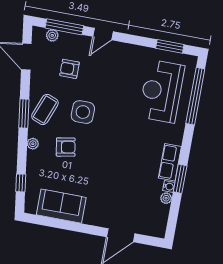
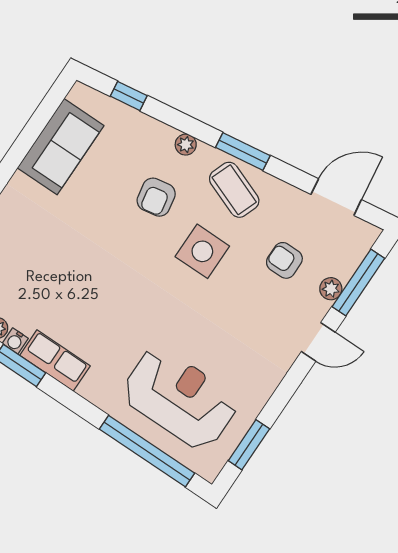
door: (103, 34) -> (318, 342), swing flipped
plant: (52, 35) -> (331, 289), moved
armchair: (69, 69) -> (284, 260), turned -90

